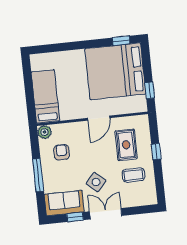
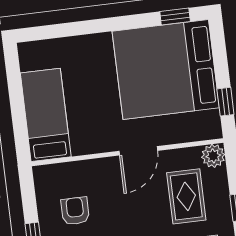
plant: (45, 132) -> (213, 156), moved

